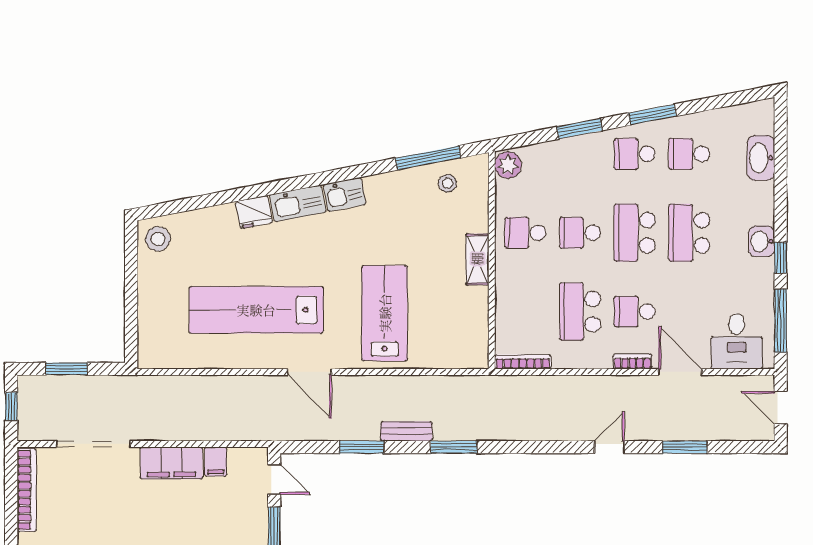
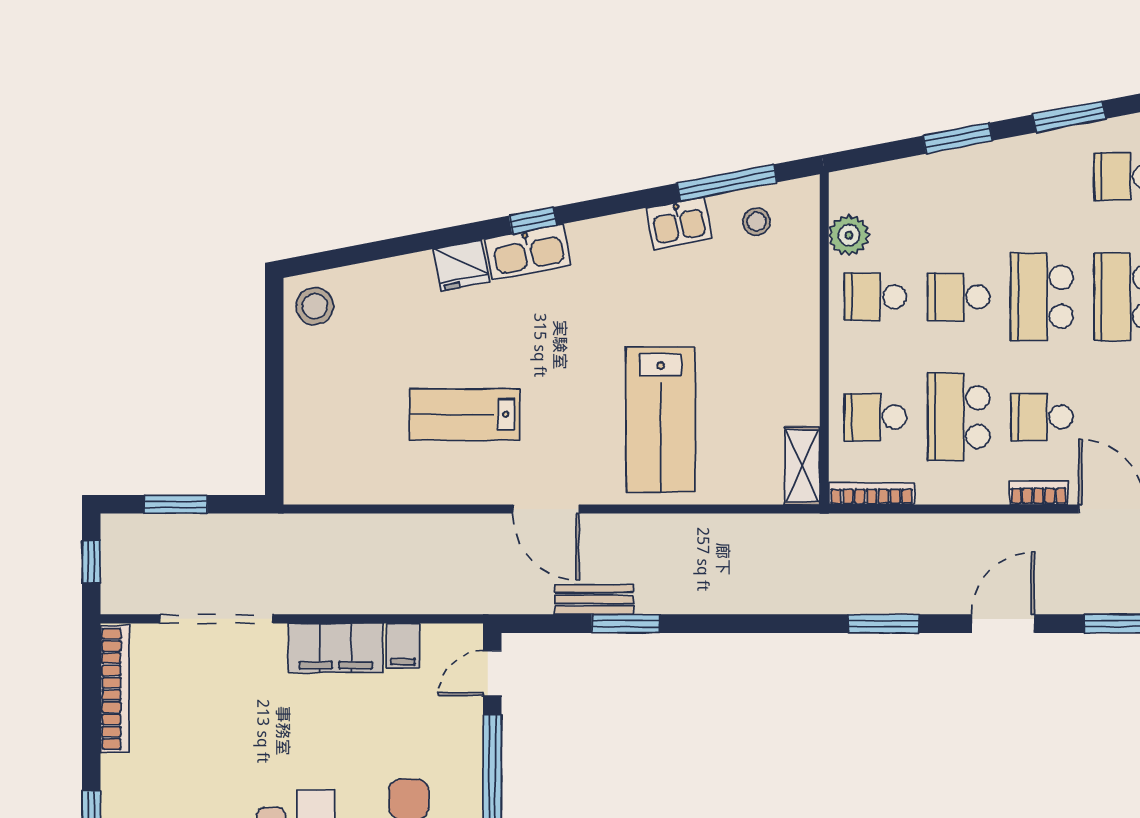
school desk: (635, 154) -> (875, 417), moved
plant: (508, 165) -> (849, 235), moved
window: (301, 183) -> (533, 220), added
kitchen sink: (344, 195) -> (679, 223), moved
shelving: (477, 259) -> (802, 466), moved
lab bench: (256, 310) -> (465, 414), width x0.54, depth x0.72
lab bench: (385, 313) -> (661, 419), turned 180
bench: (406, 431) -> (594, 599), moved
window: (454, 447) -> (883, 624), moved
door: (609, 447) -> (1003, 624), width x1.37
door: (274, 480) -> (492, 673), swing flipped

